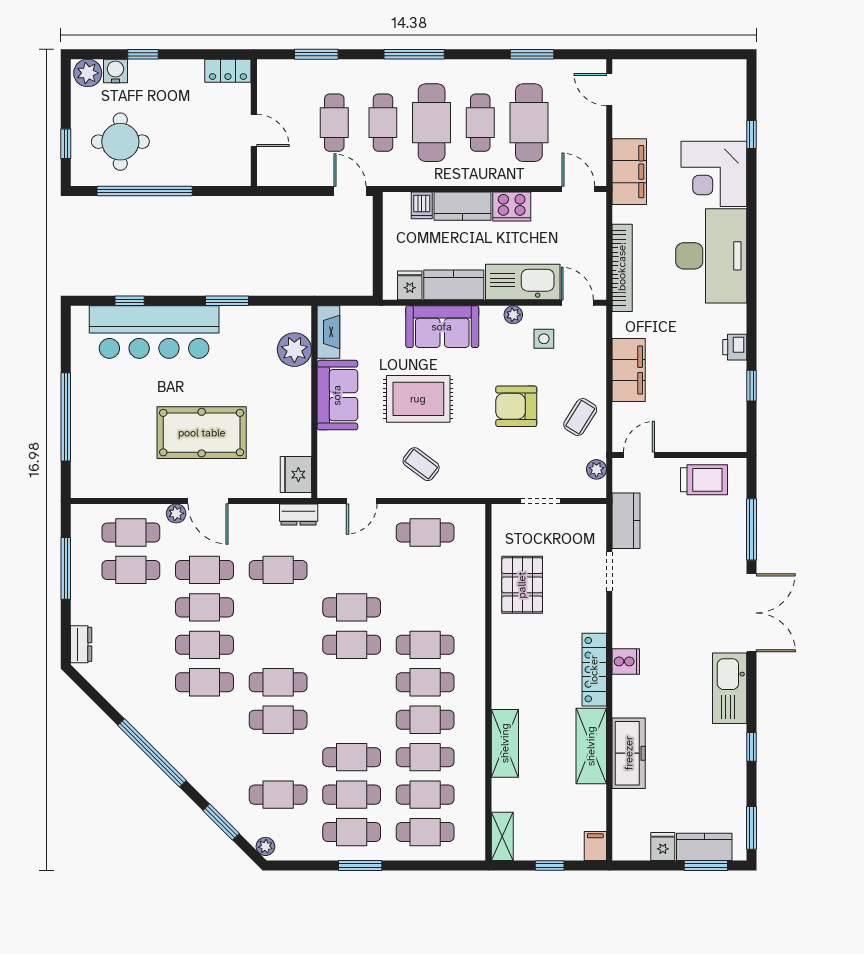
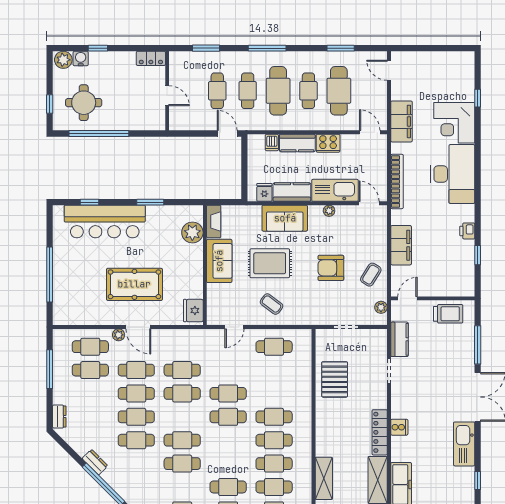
side table: (544, 339) -> (348, 226), removed
dresser: (299, 515) -> (95, 462), moved, turned -135
cafe table: (278, 607) -> (182, 393), added

